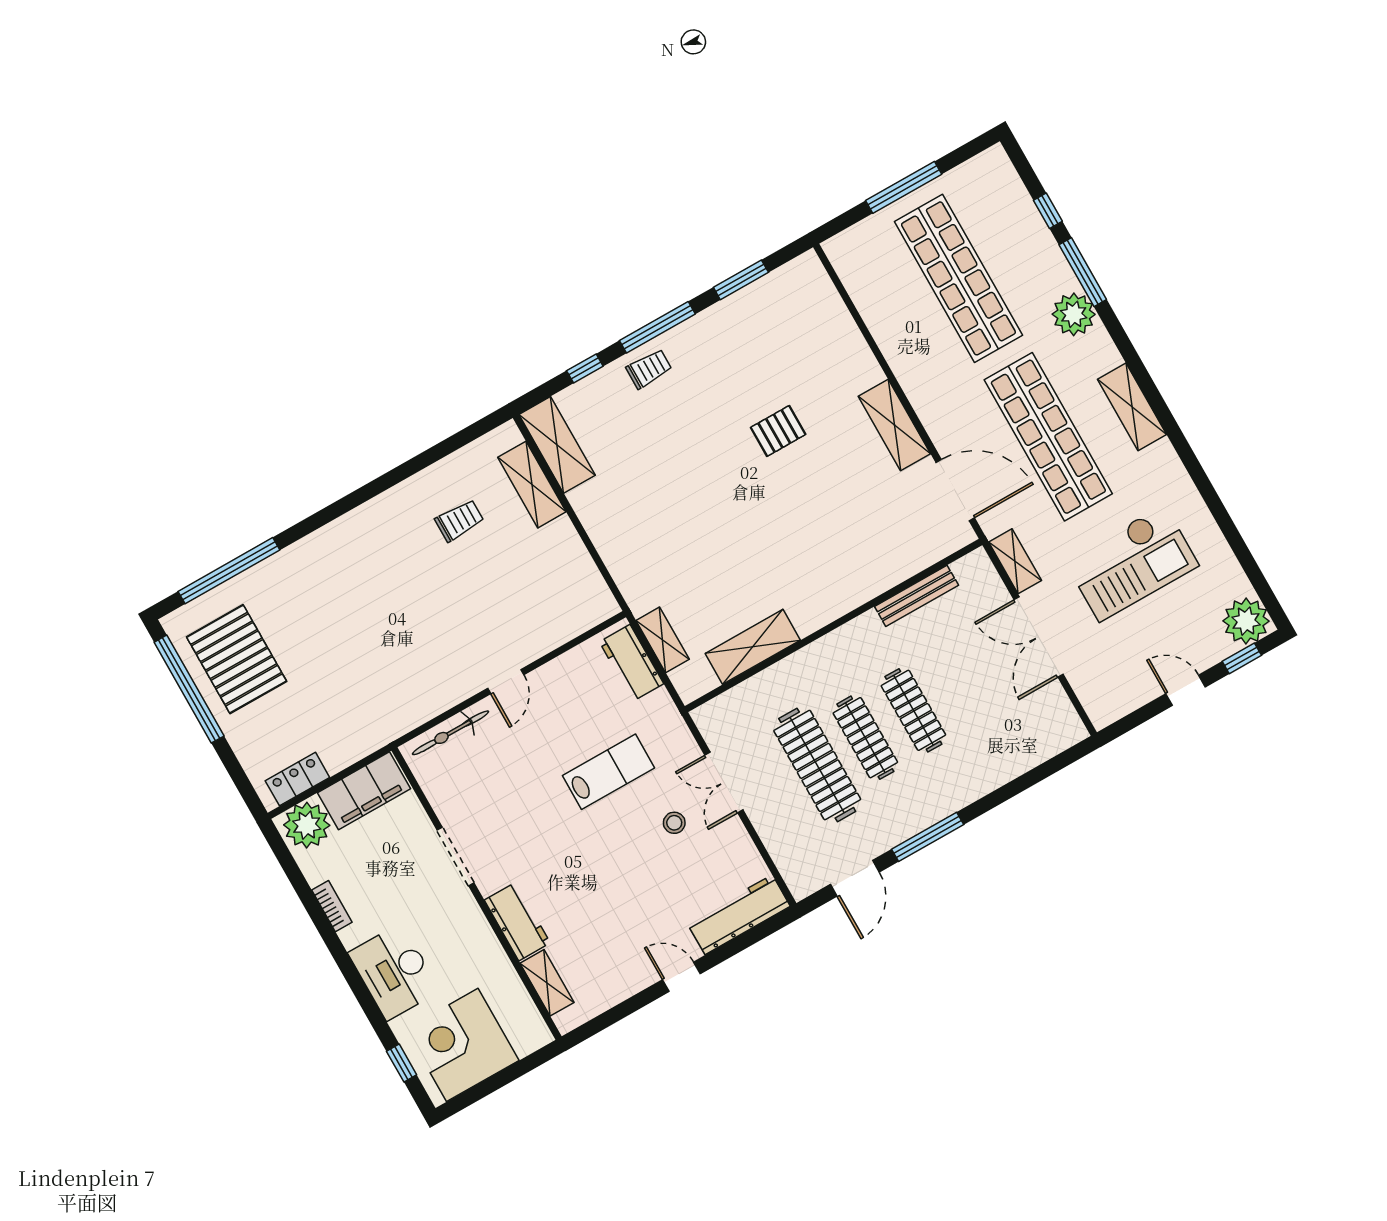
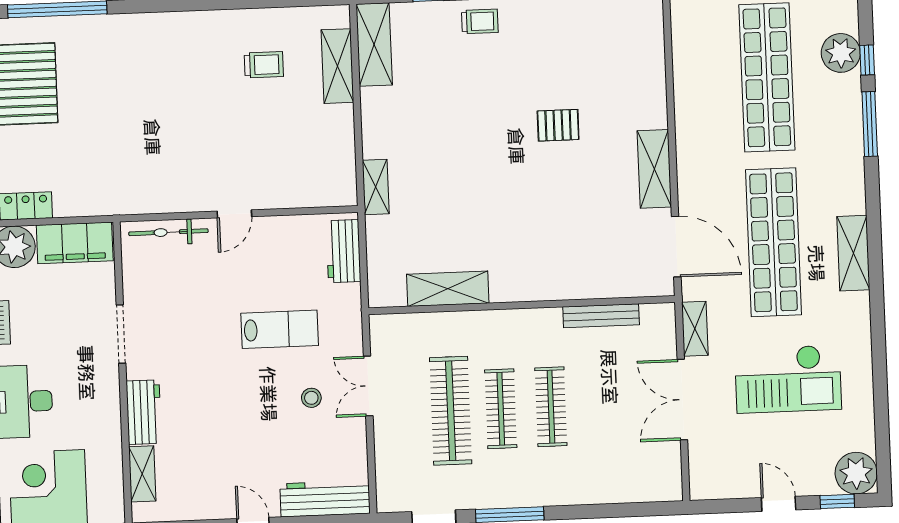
plant: (1074, 314) -> (841, 53), moved
shelving: (663, 640) -> (376, 187), moved

